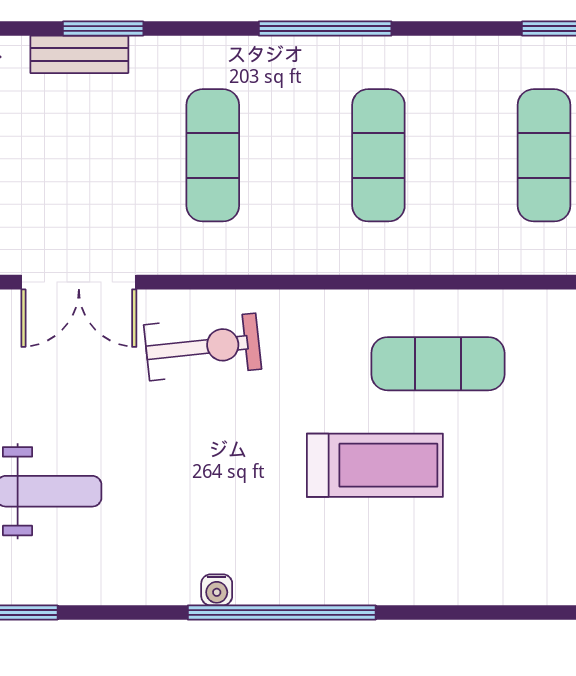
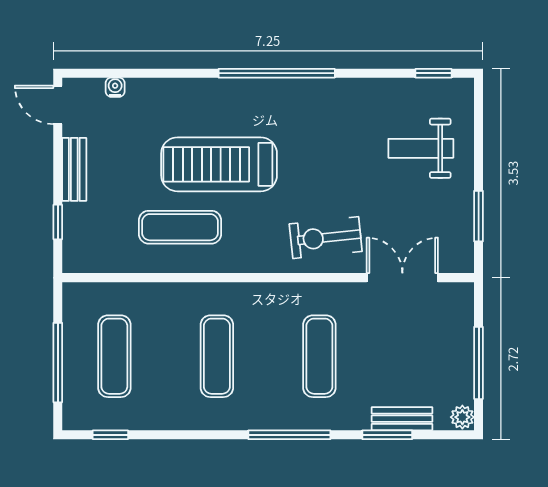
window: (325, 28) -> (289, 435), moved
treadmill: (375, 465) -> (219, 164), width x1.37, depth x1.38
water cooler: (217, 590) -> (115, 87), moved

